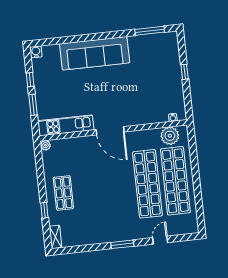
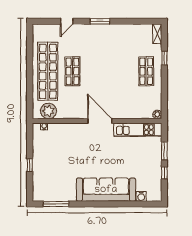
water cooler: (36, 52) -> (141, 196), moved
shop shelf: (147, 184) -> (72, 71), width x0.50, depth x0.74

